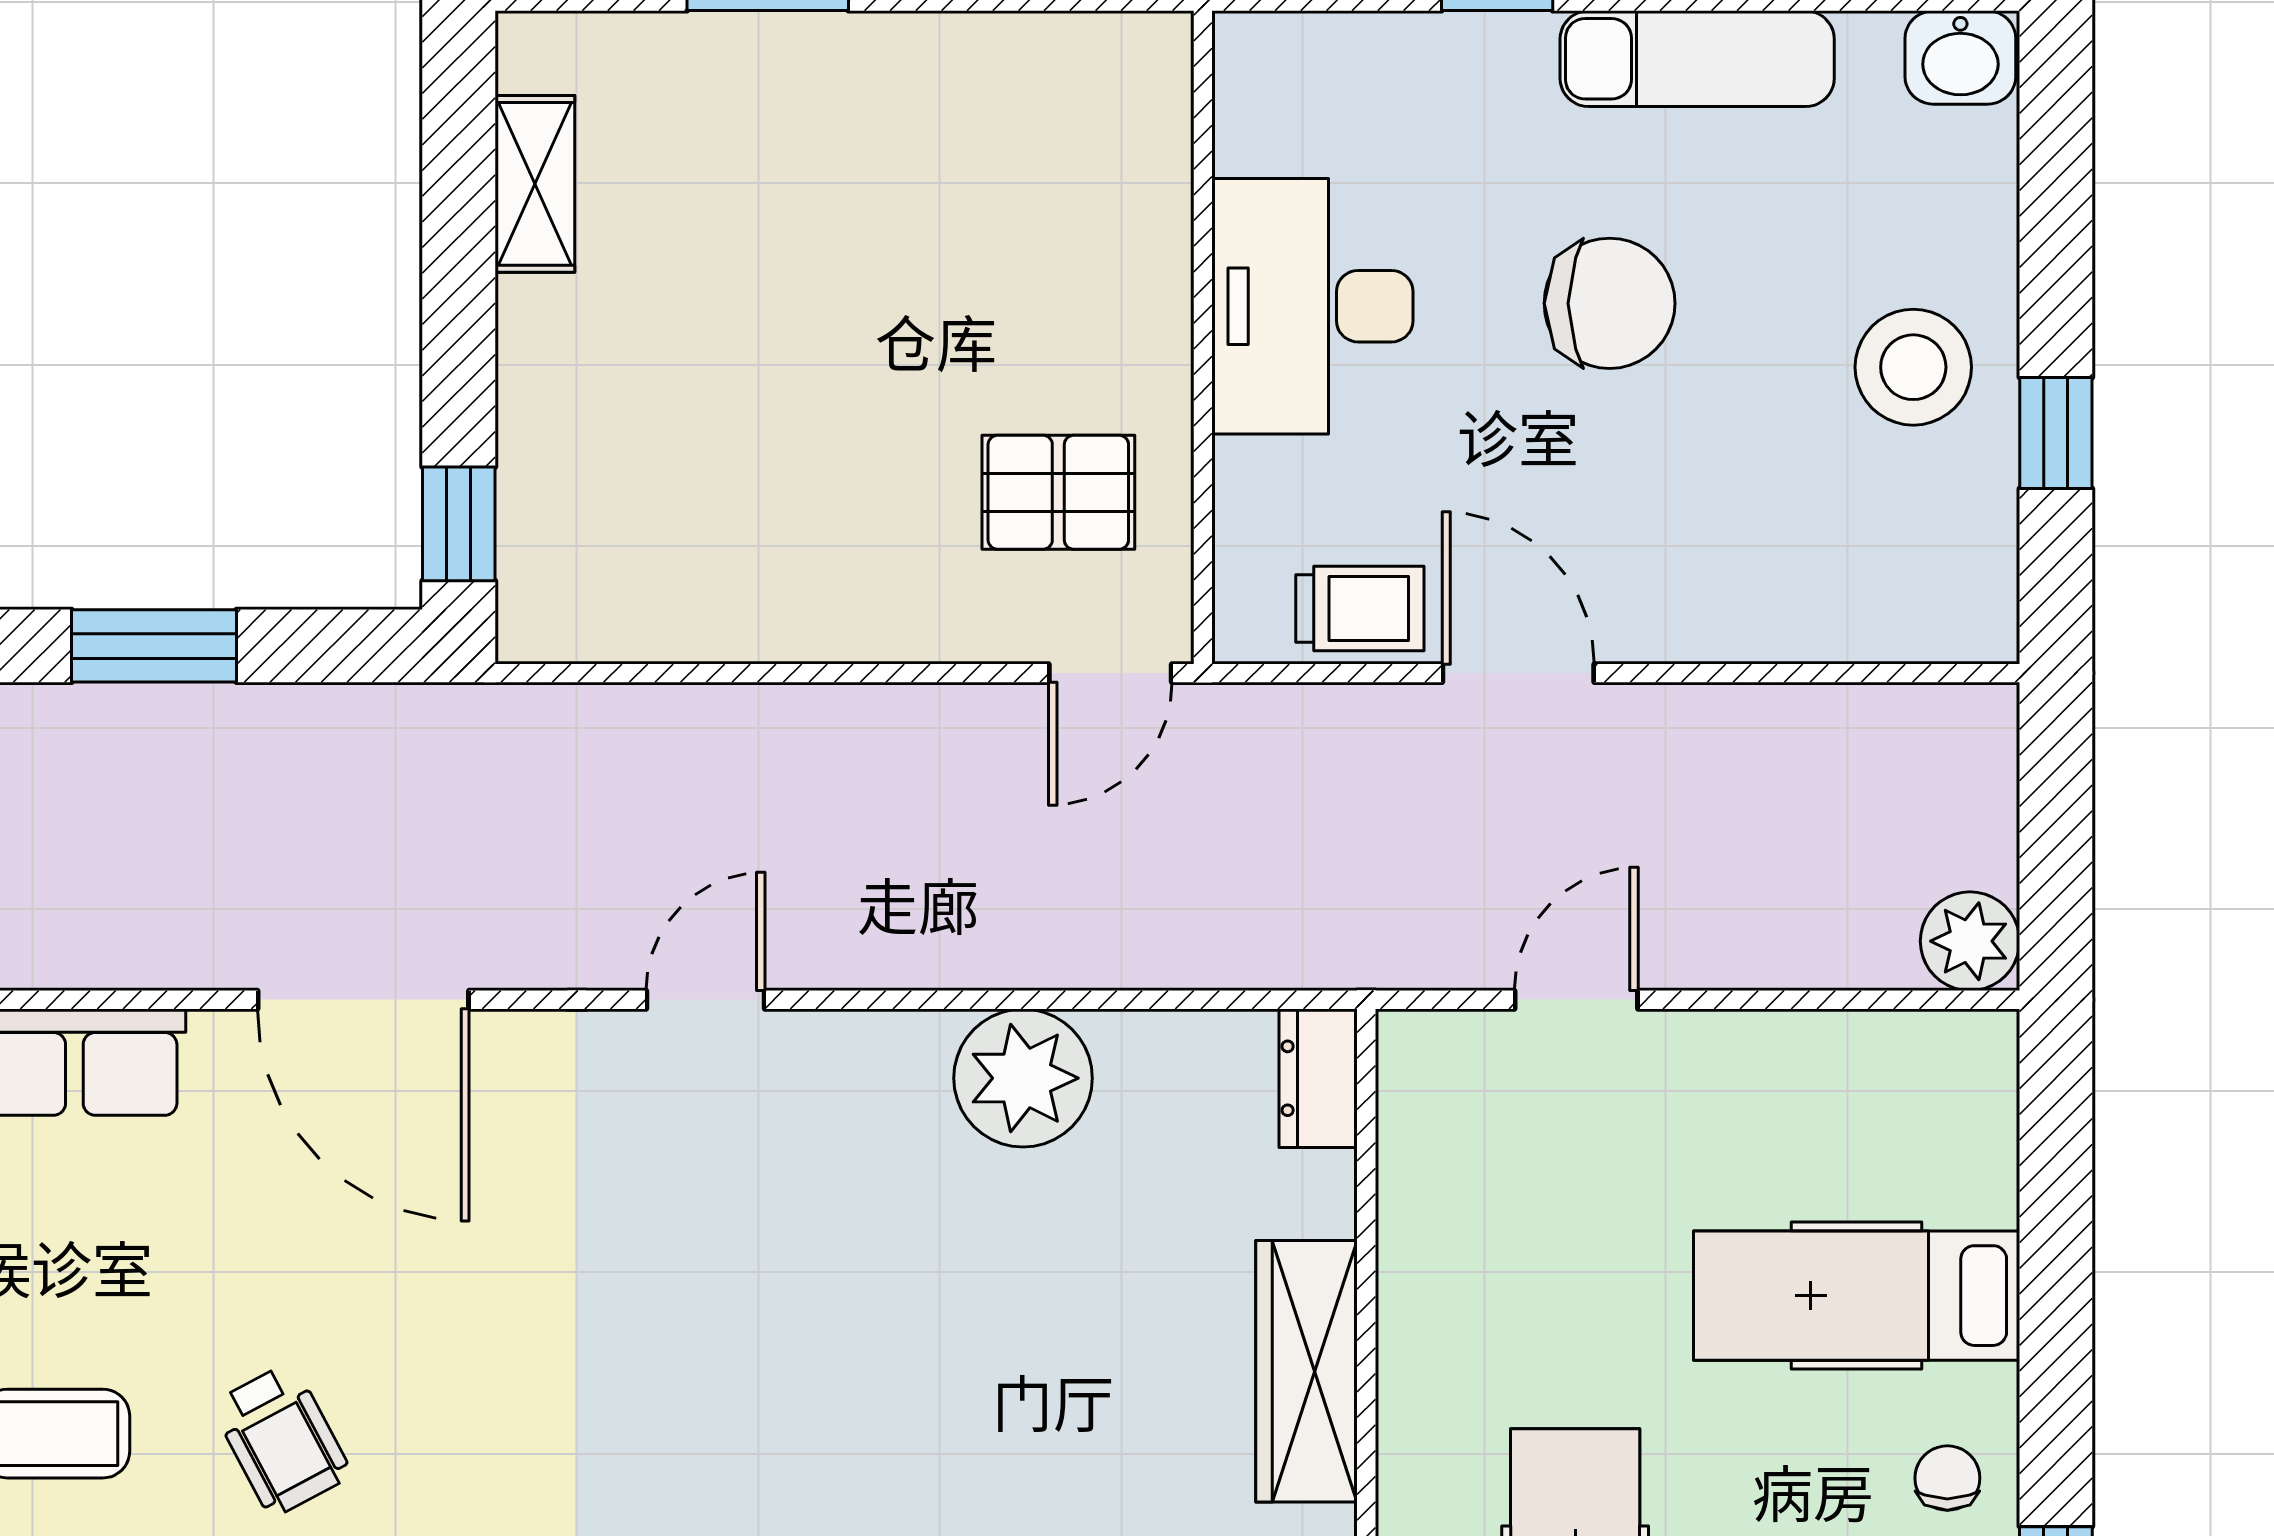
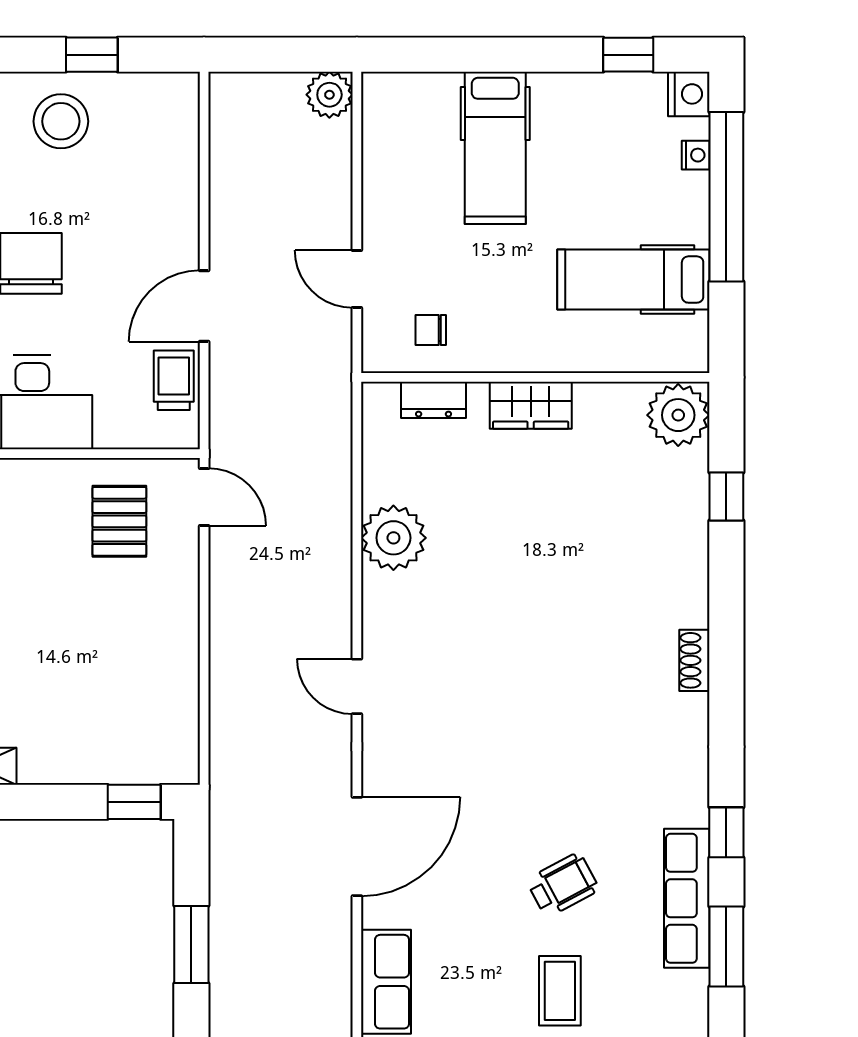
dresser: (1318, 1078) -> (434, 400), moved
wardrobe: (1306, 1371) -> (531, 405), width x0.67
chair: (1947, 1478) -> (431, 330), moved

